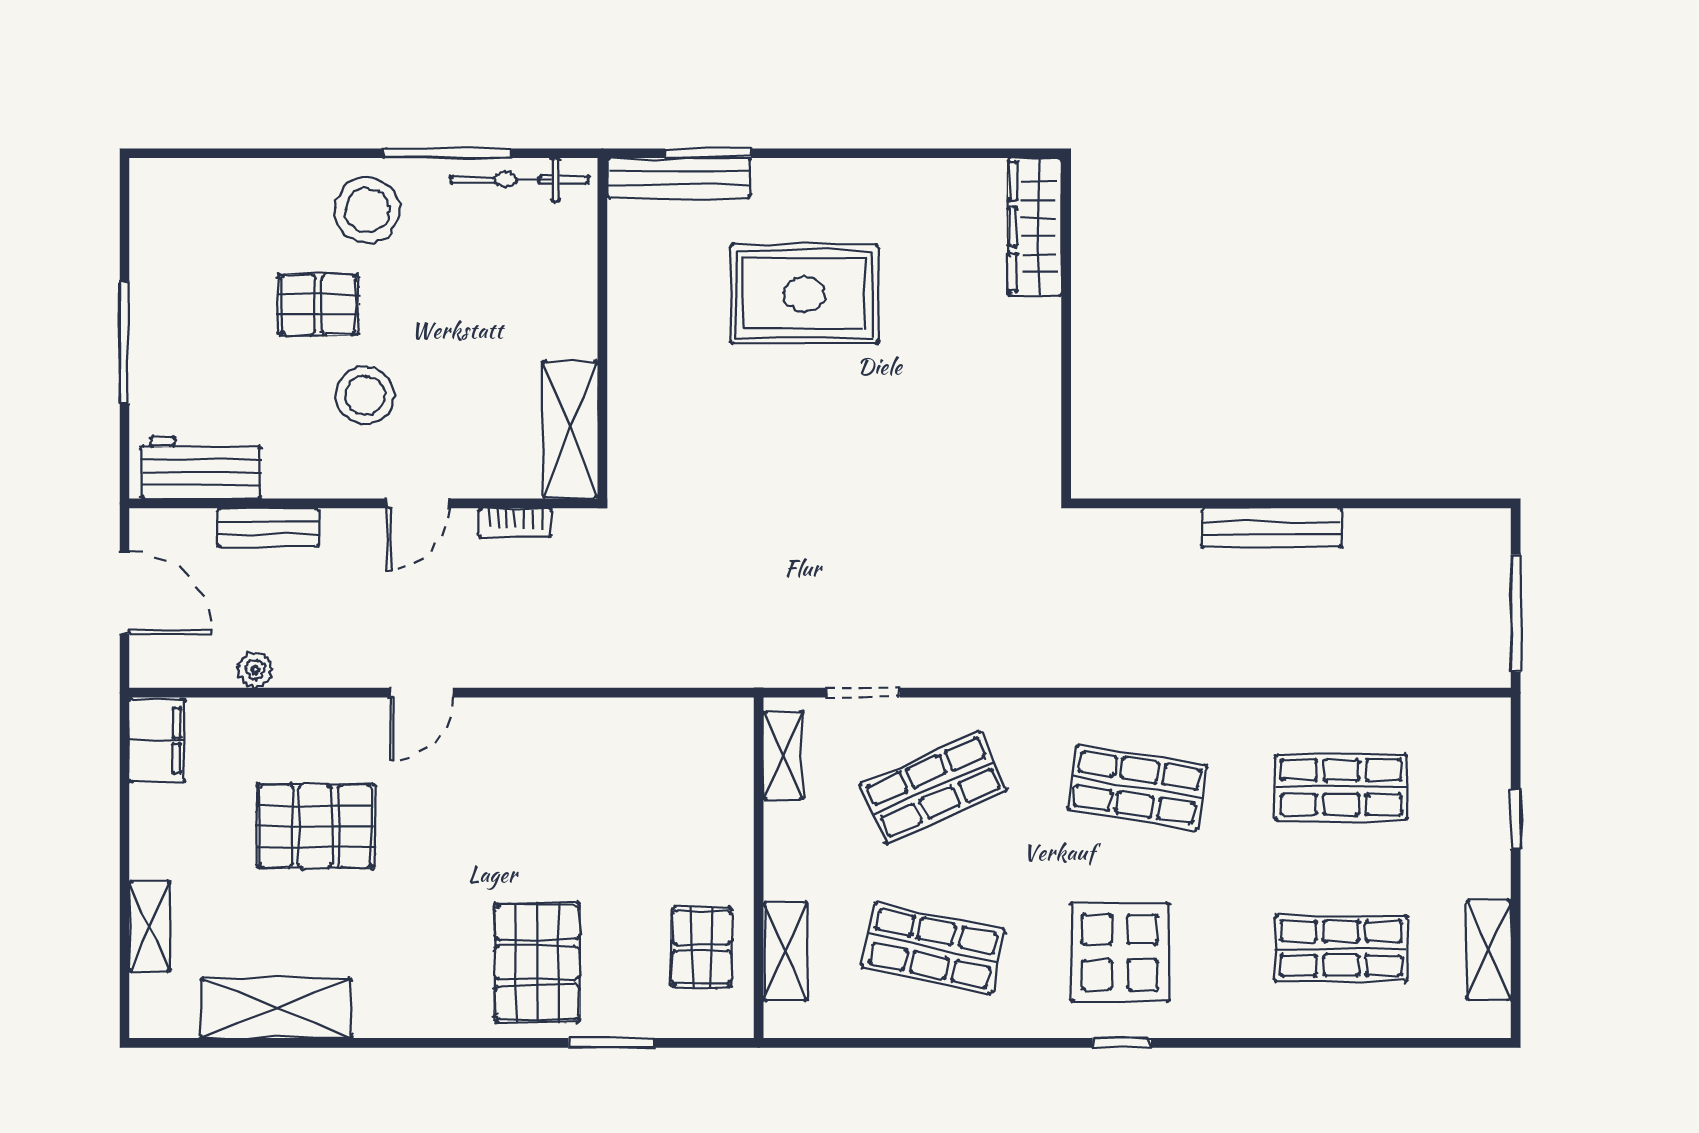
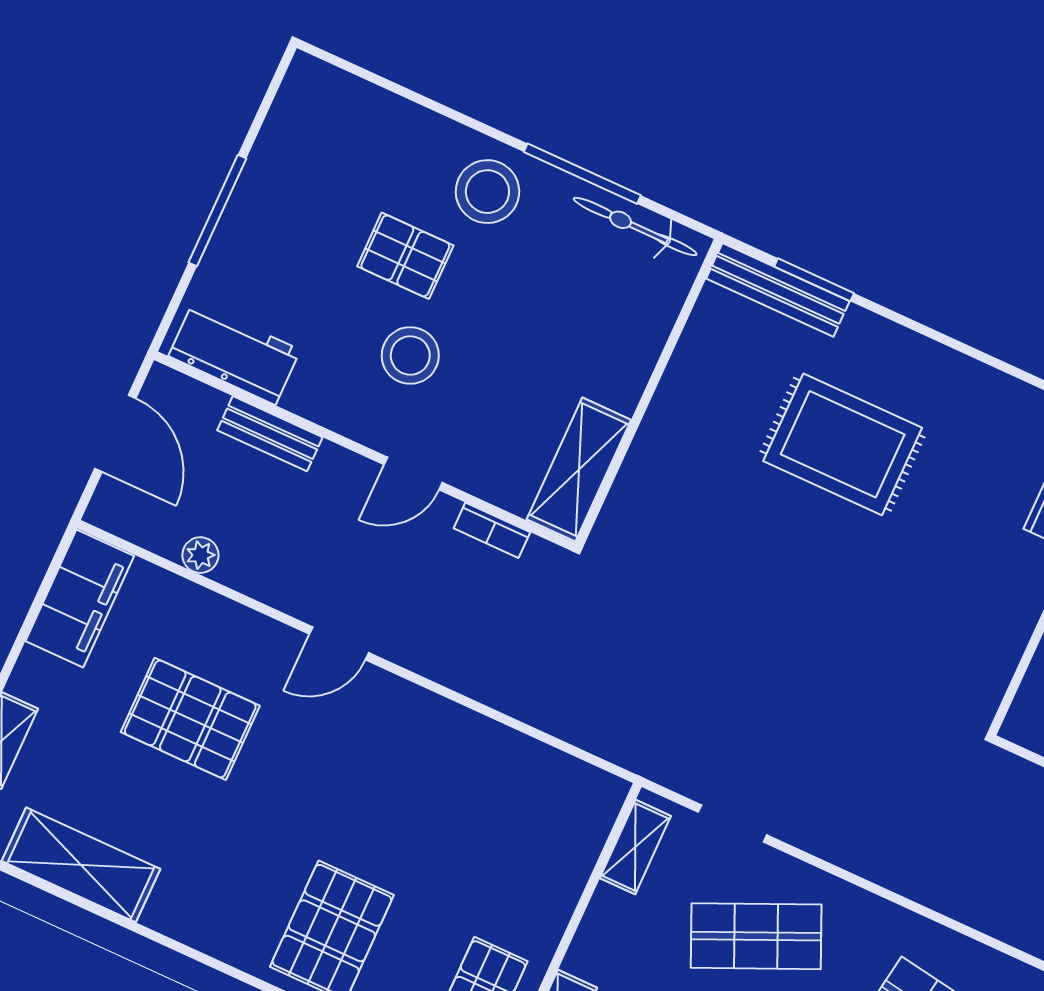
filing cabinet: (157, 740) -> (80, 599), width x1.50, depth x1.17

